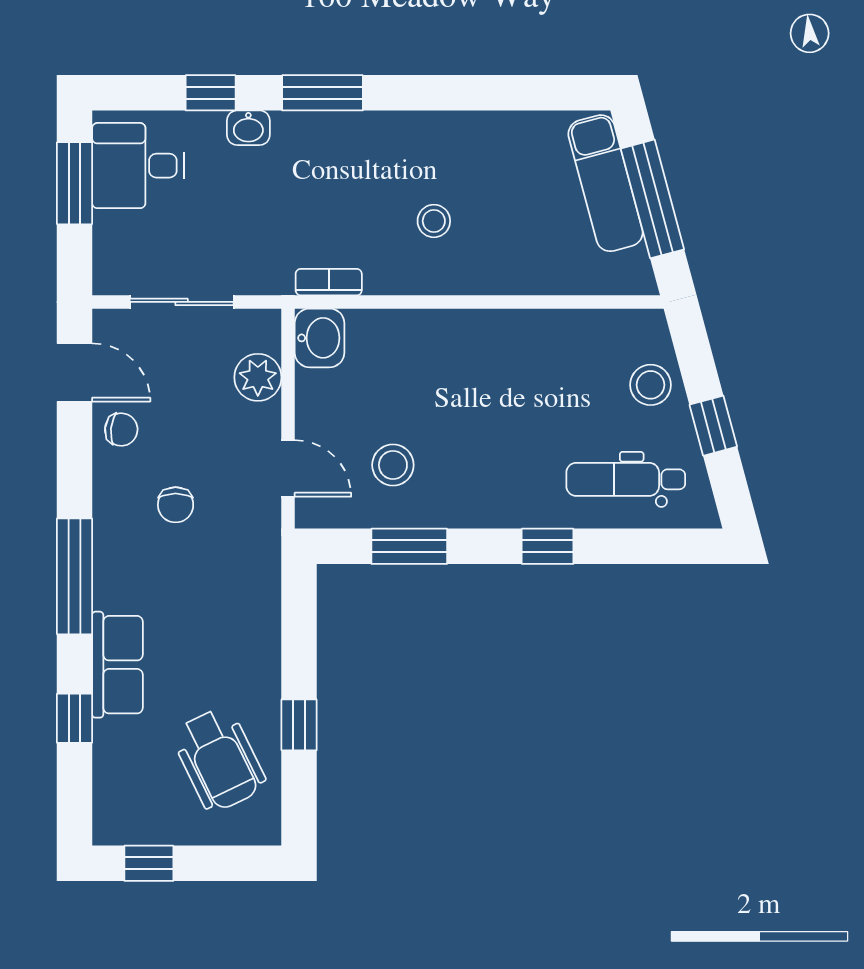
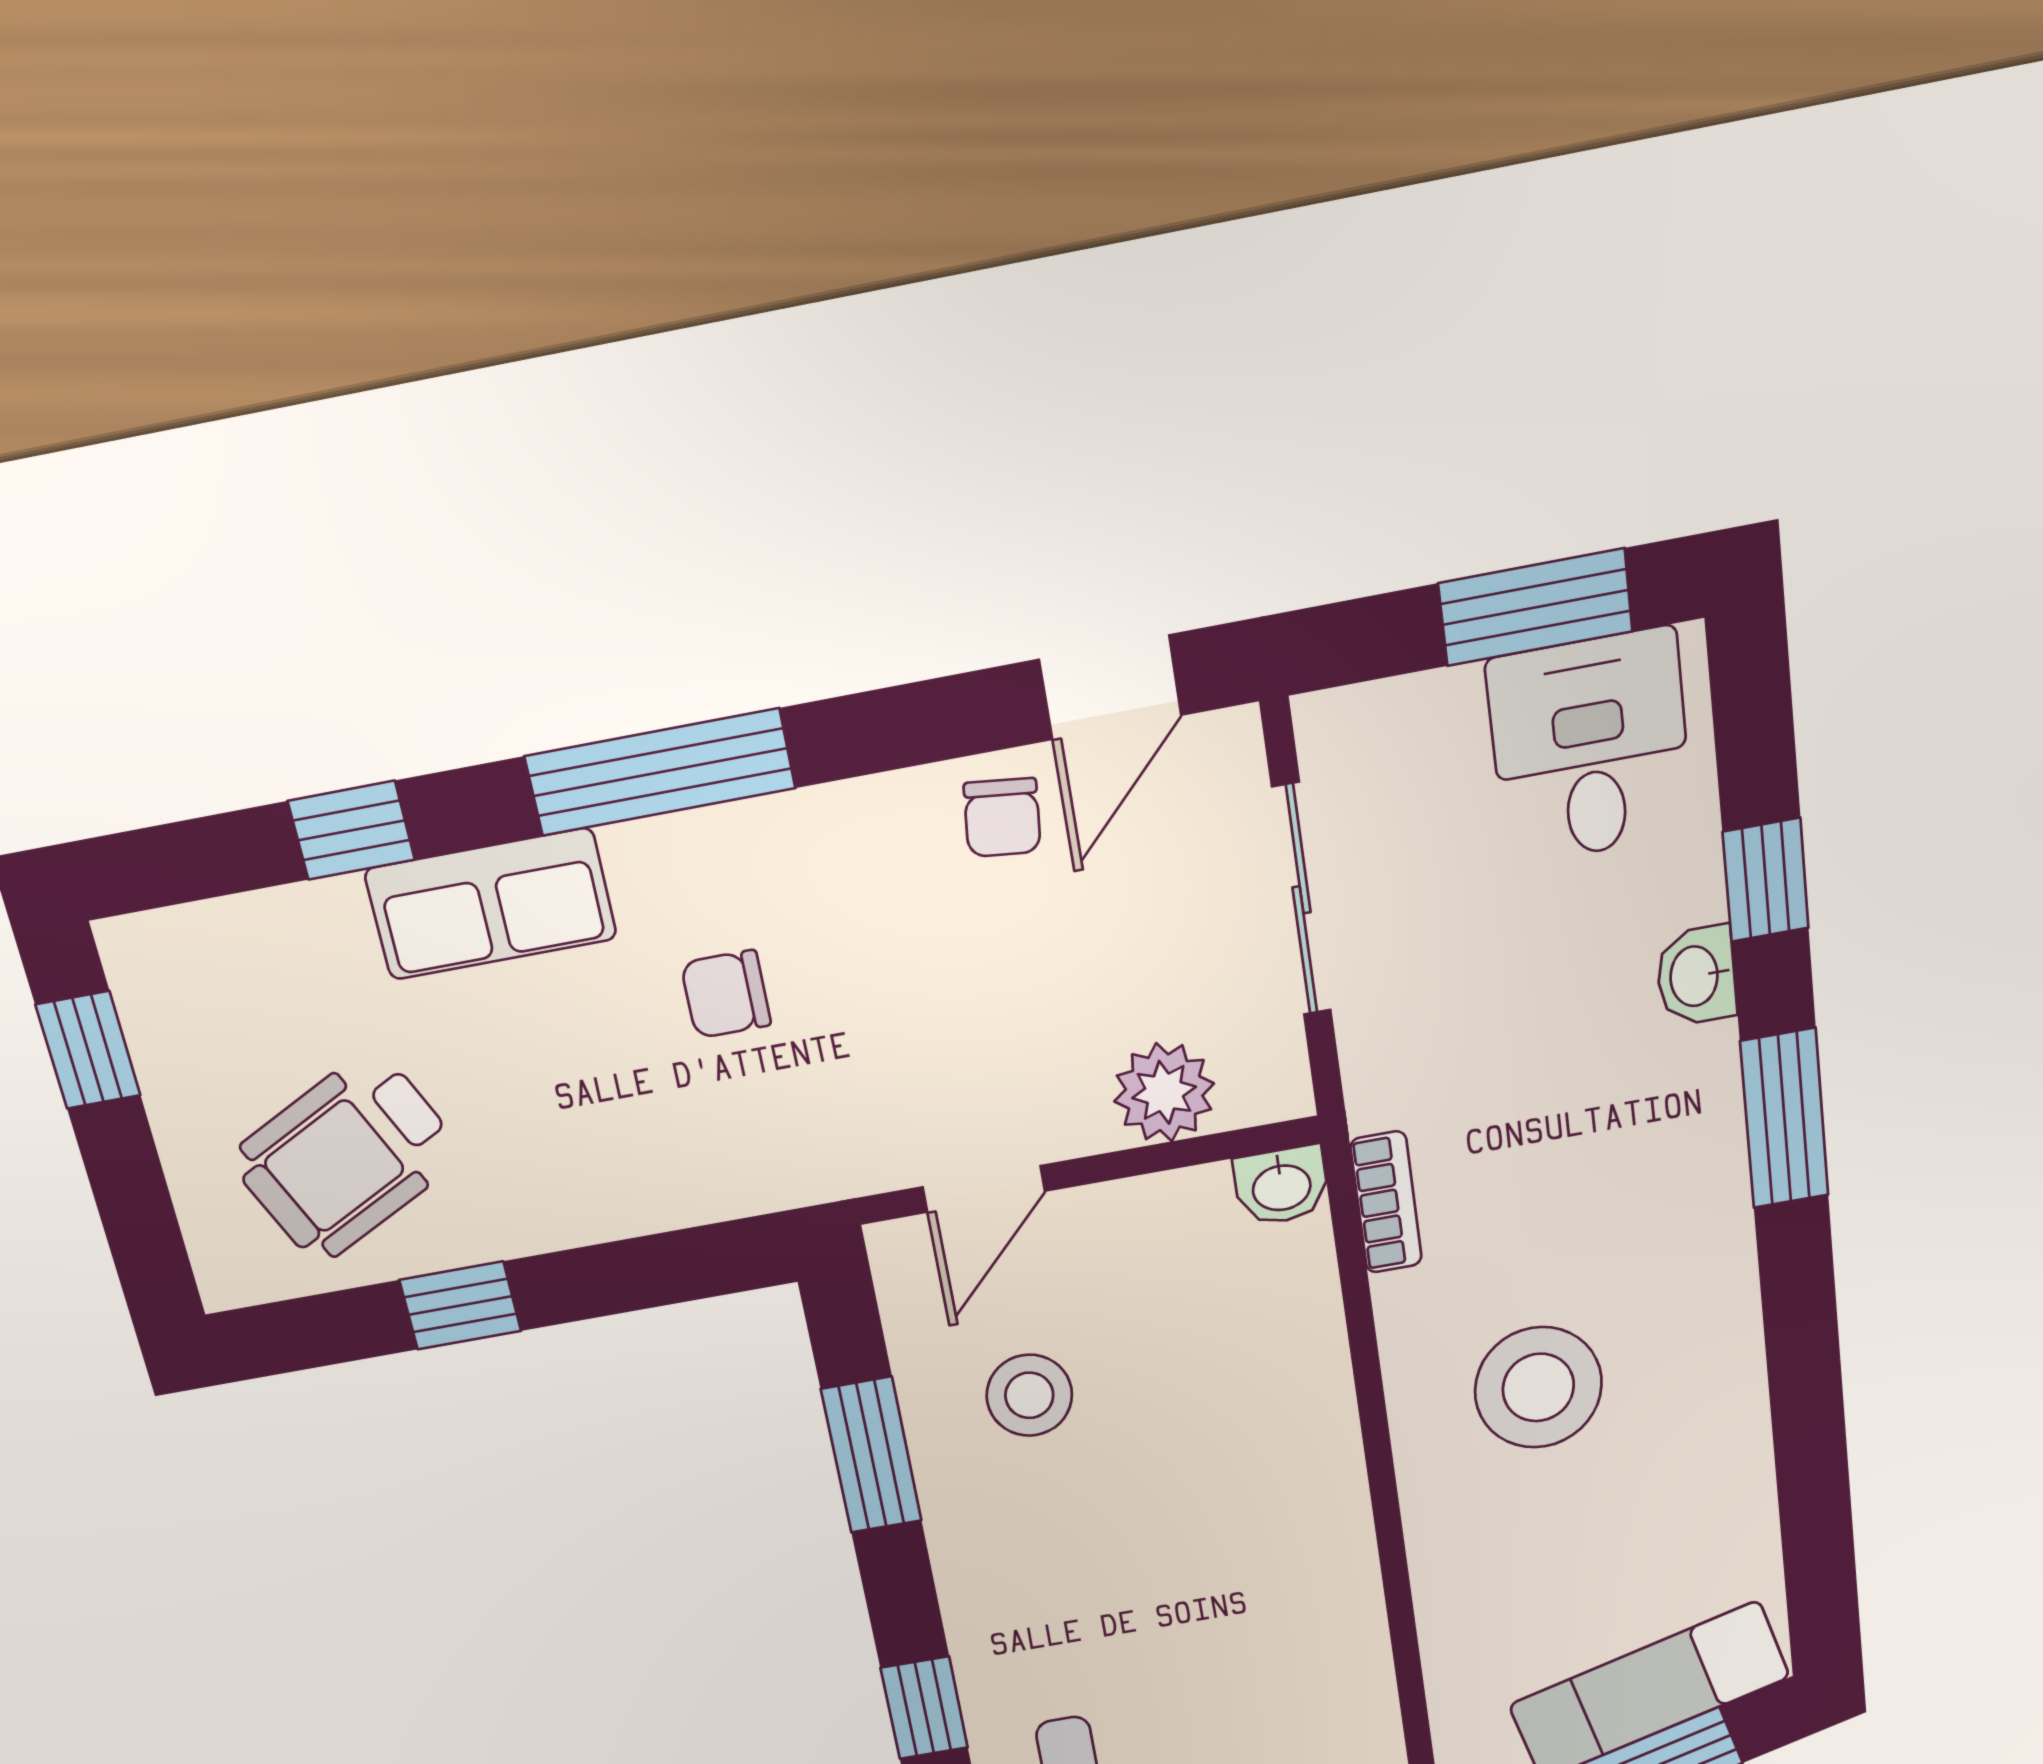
stool: (434, 221) -> (1538, 1388), width x1.89, depth x1.89
washbasin: (320, 338) -> (1281, 1186), width x0.72, depth x0.69
chair: (176, 505) -> (726, 994), moved

